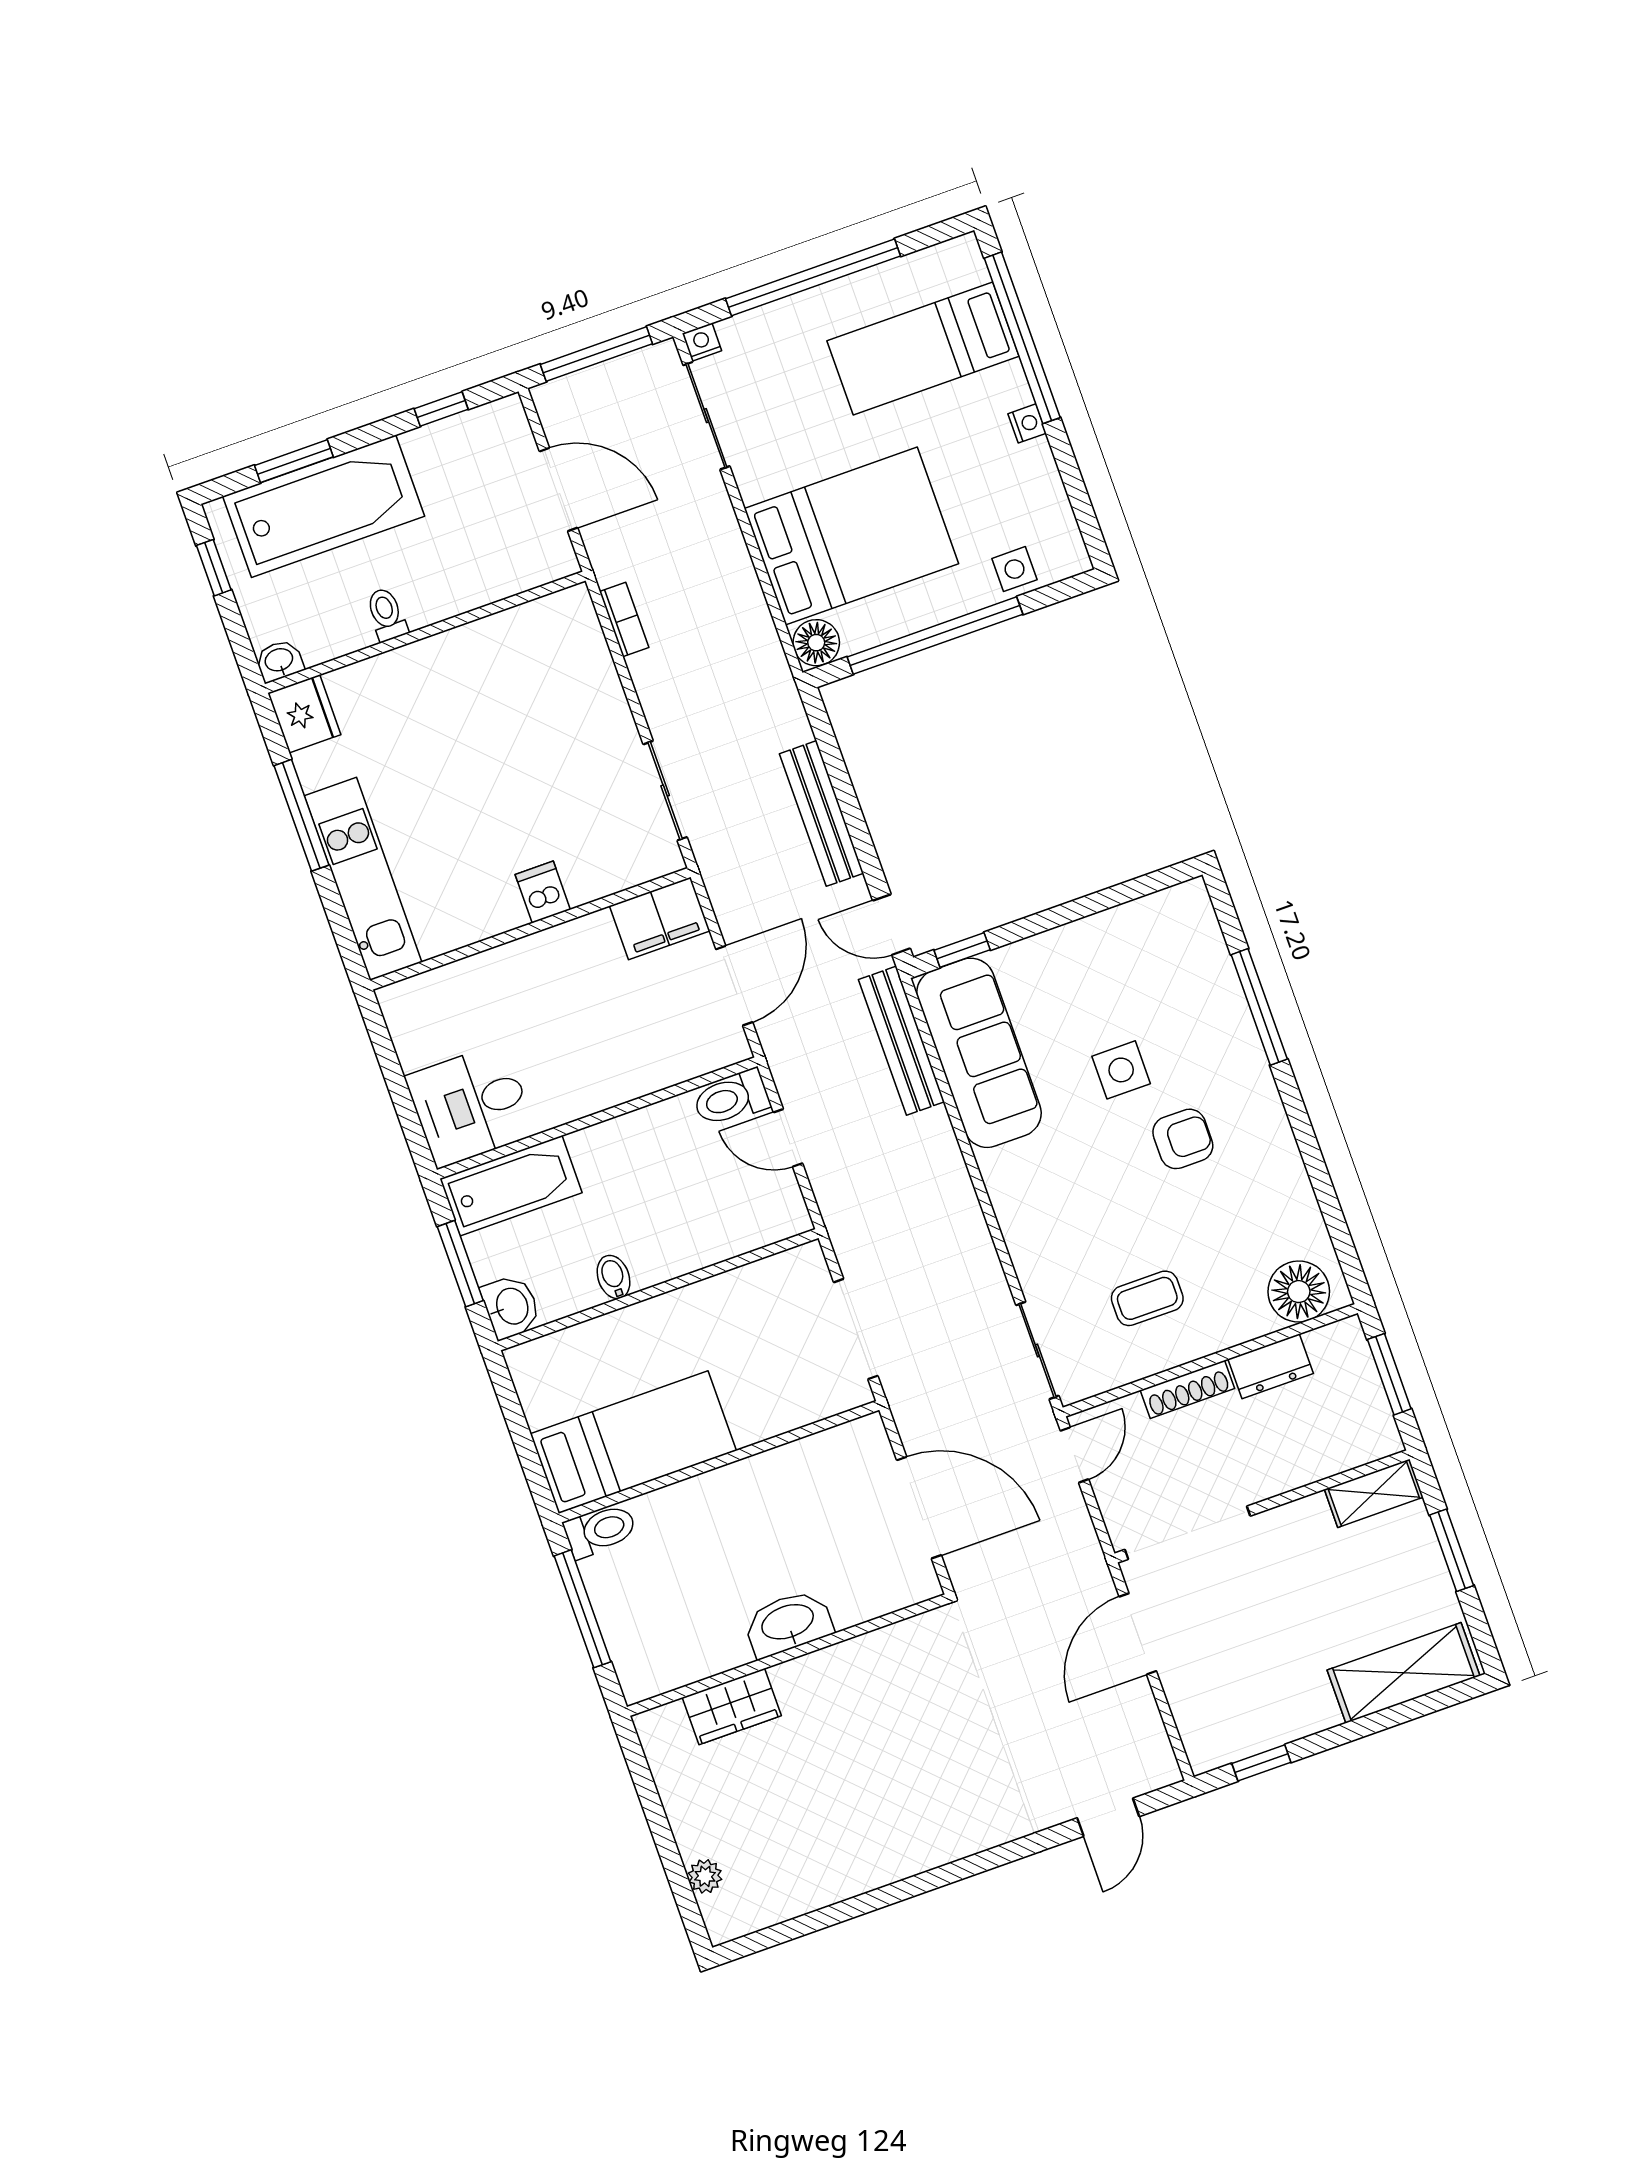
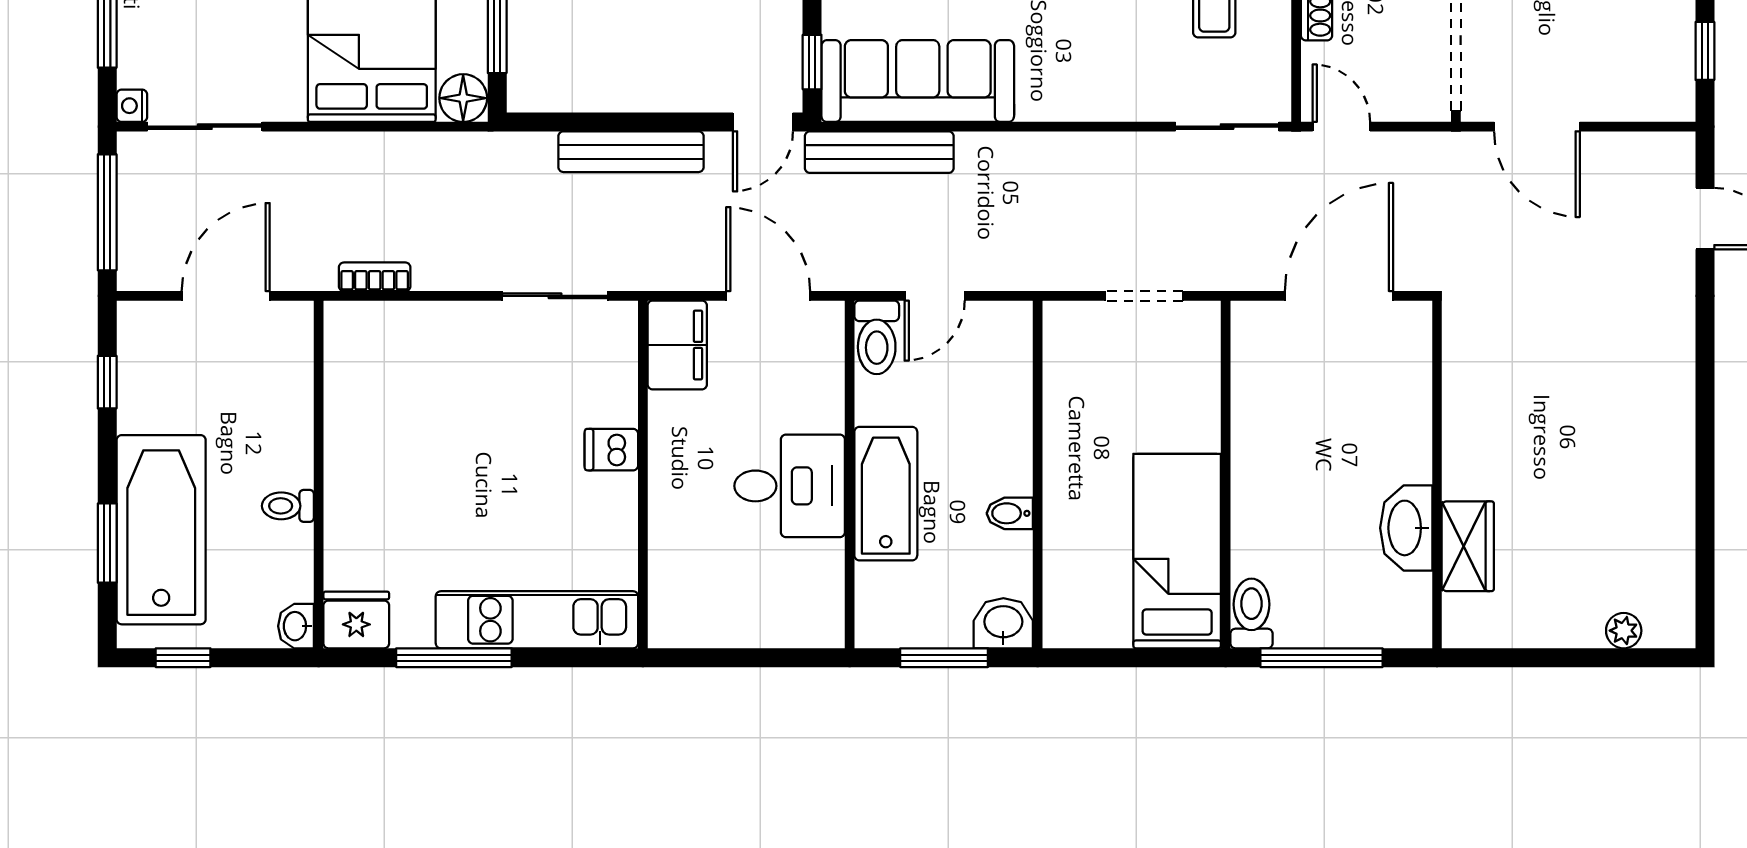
desk: (471, 1105) -> (790, 486), moved, turned -90
bathtub: (511, 1186) -> (886, 494), moved
doorway: (856, 1329) -> (1144, 296), width x0.73
washbasin: (788, 1623) -> (1406, 528), moved

